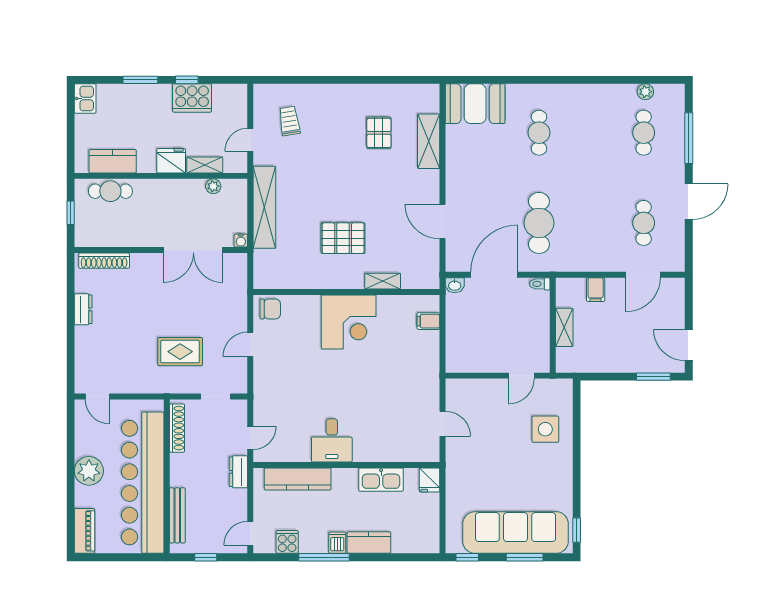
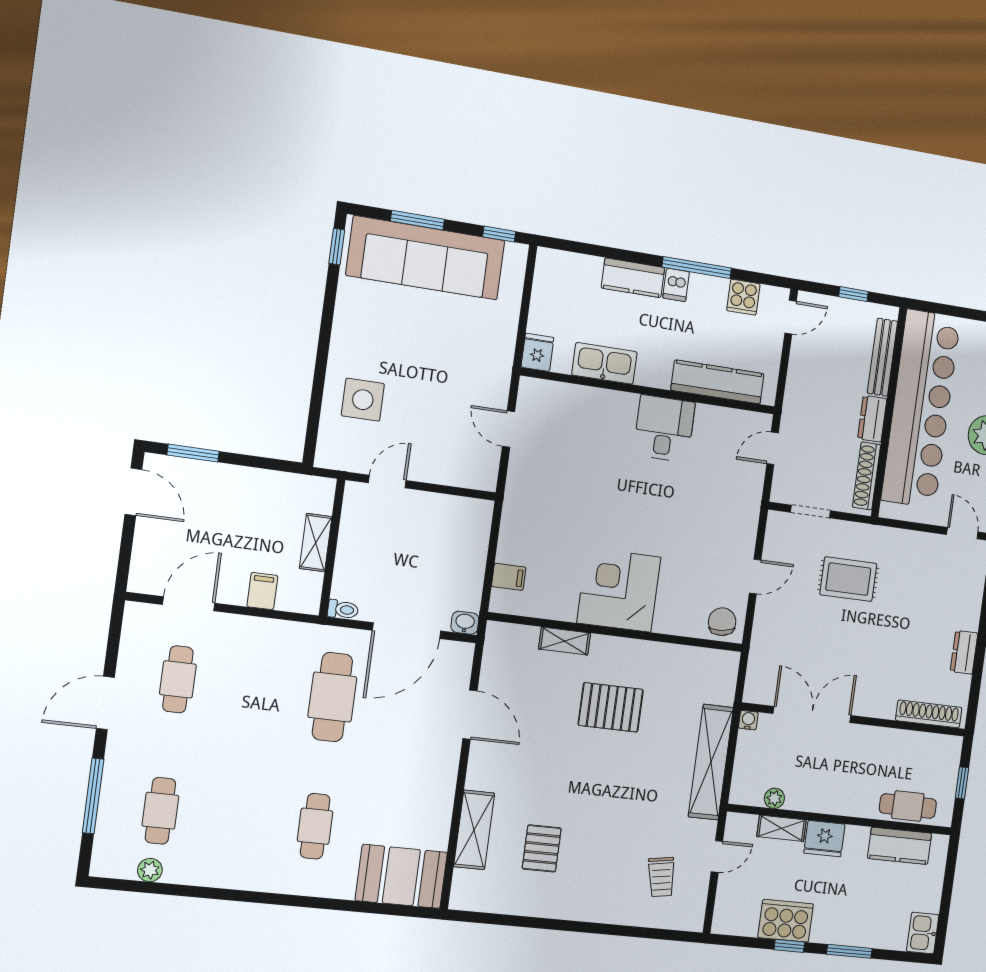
chair: (270, 309) -> (722, 622), turned 84
dresser: (238, 472) -> (872, 419), moved, turned 180

